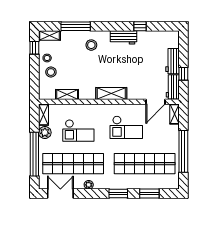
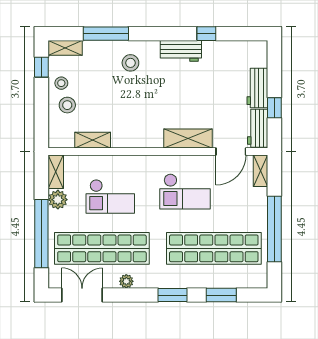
shelving: (111, 93) -> (188, 139), moved

